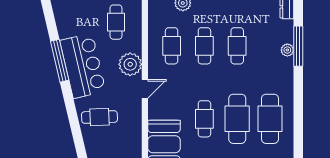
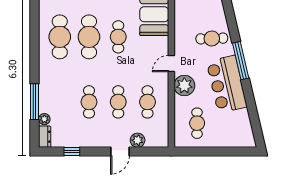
plant: (287, 50) -> (44, 119), moved
window: (60, 61) -> (241, 61), moved

